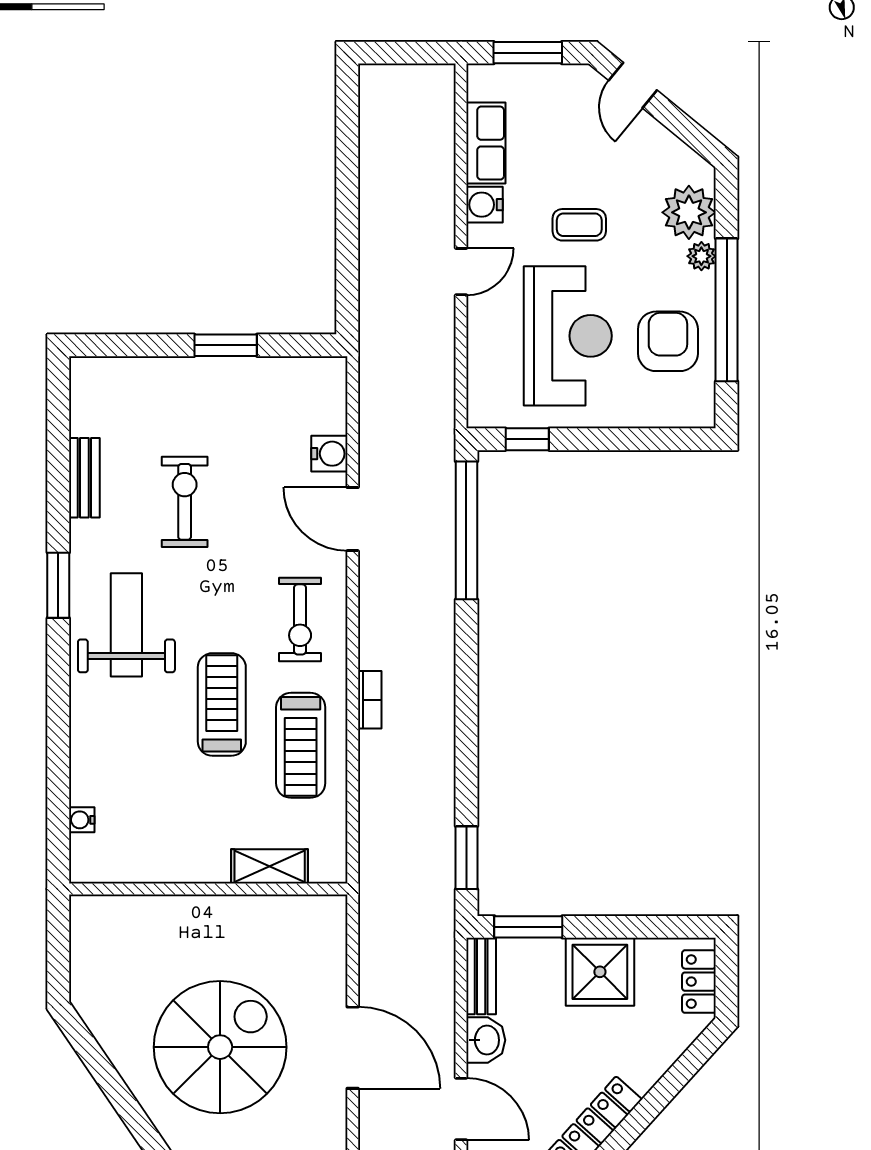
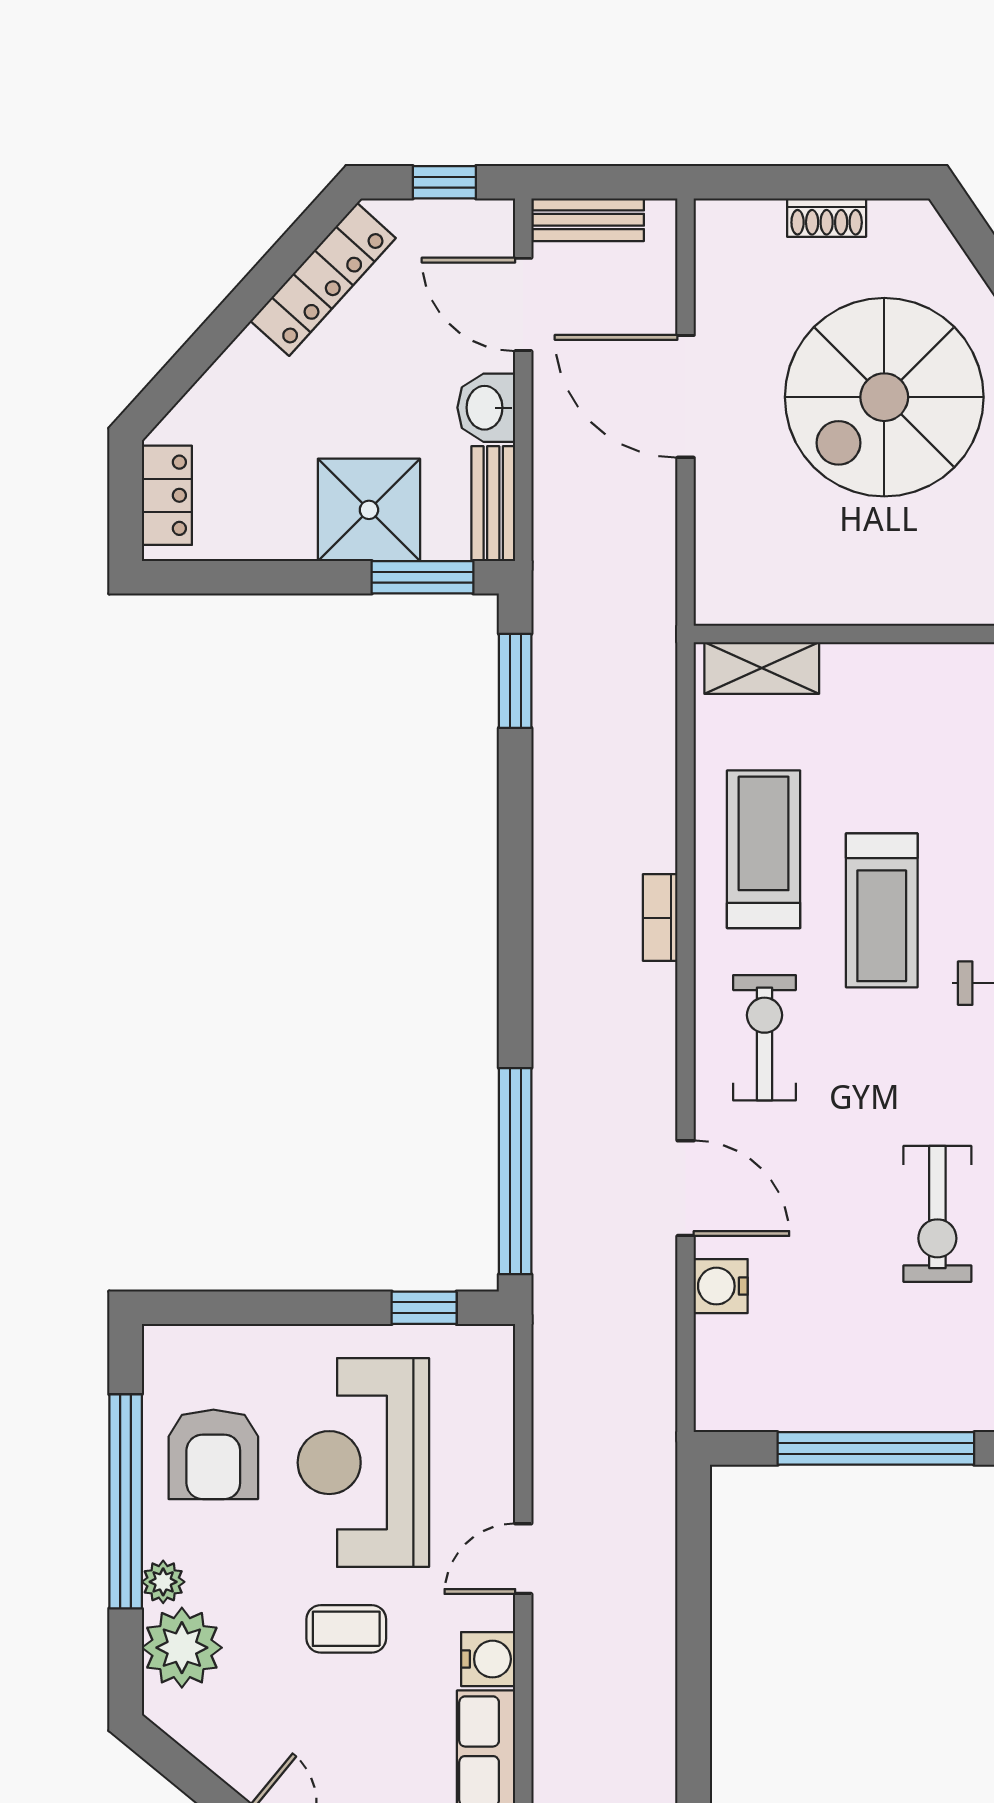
window: (226, 345) -> (876, 1448), width x2.11
shelving: (270, 866) -> (762, 668), moved
shower: (600, 972) -> (369, 510), moved

